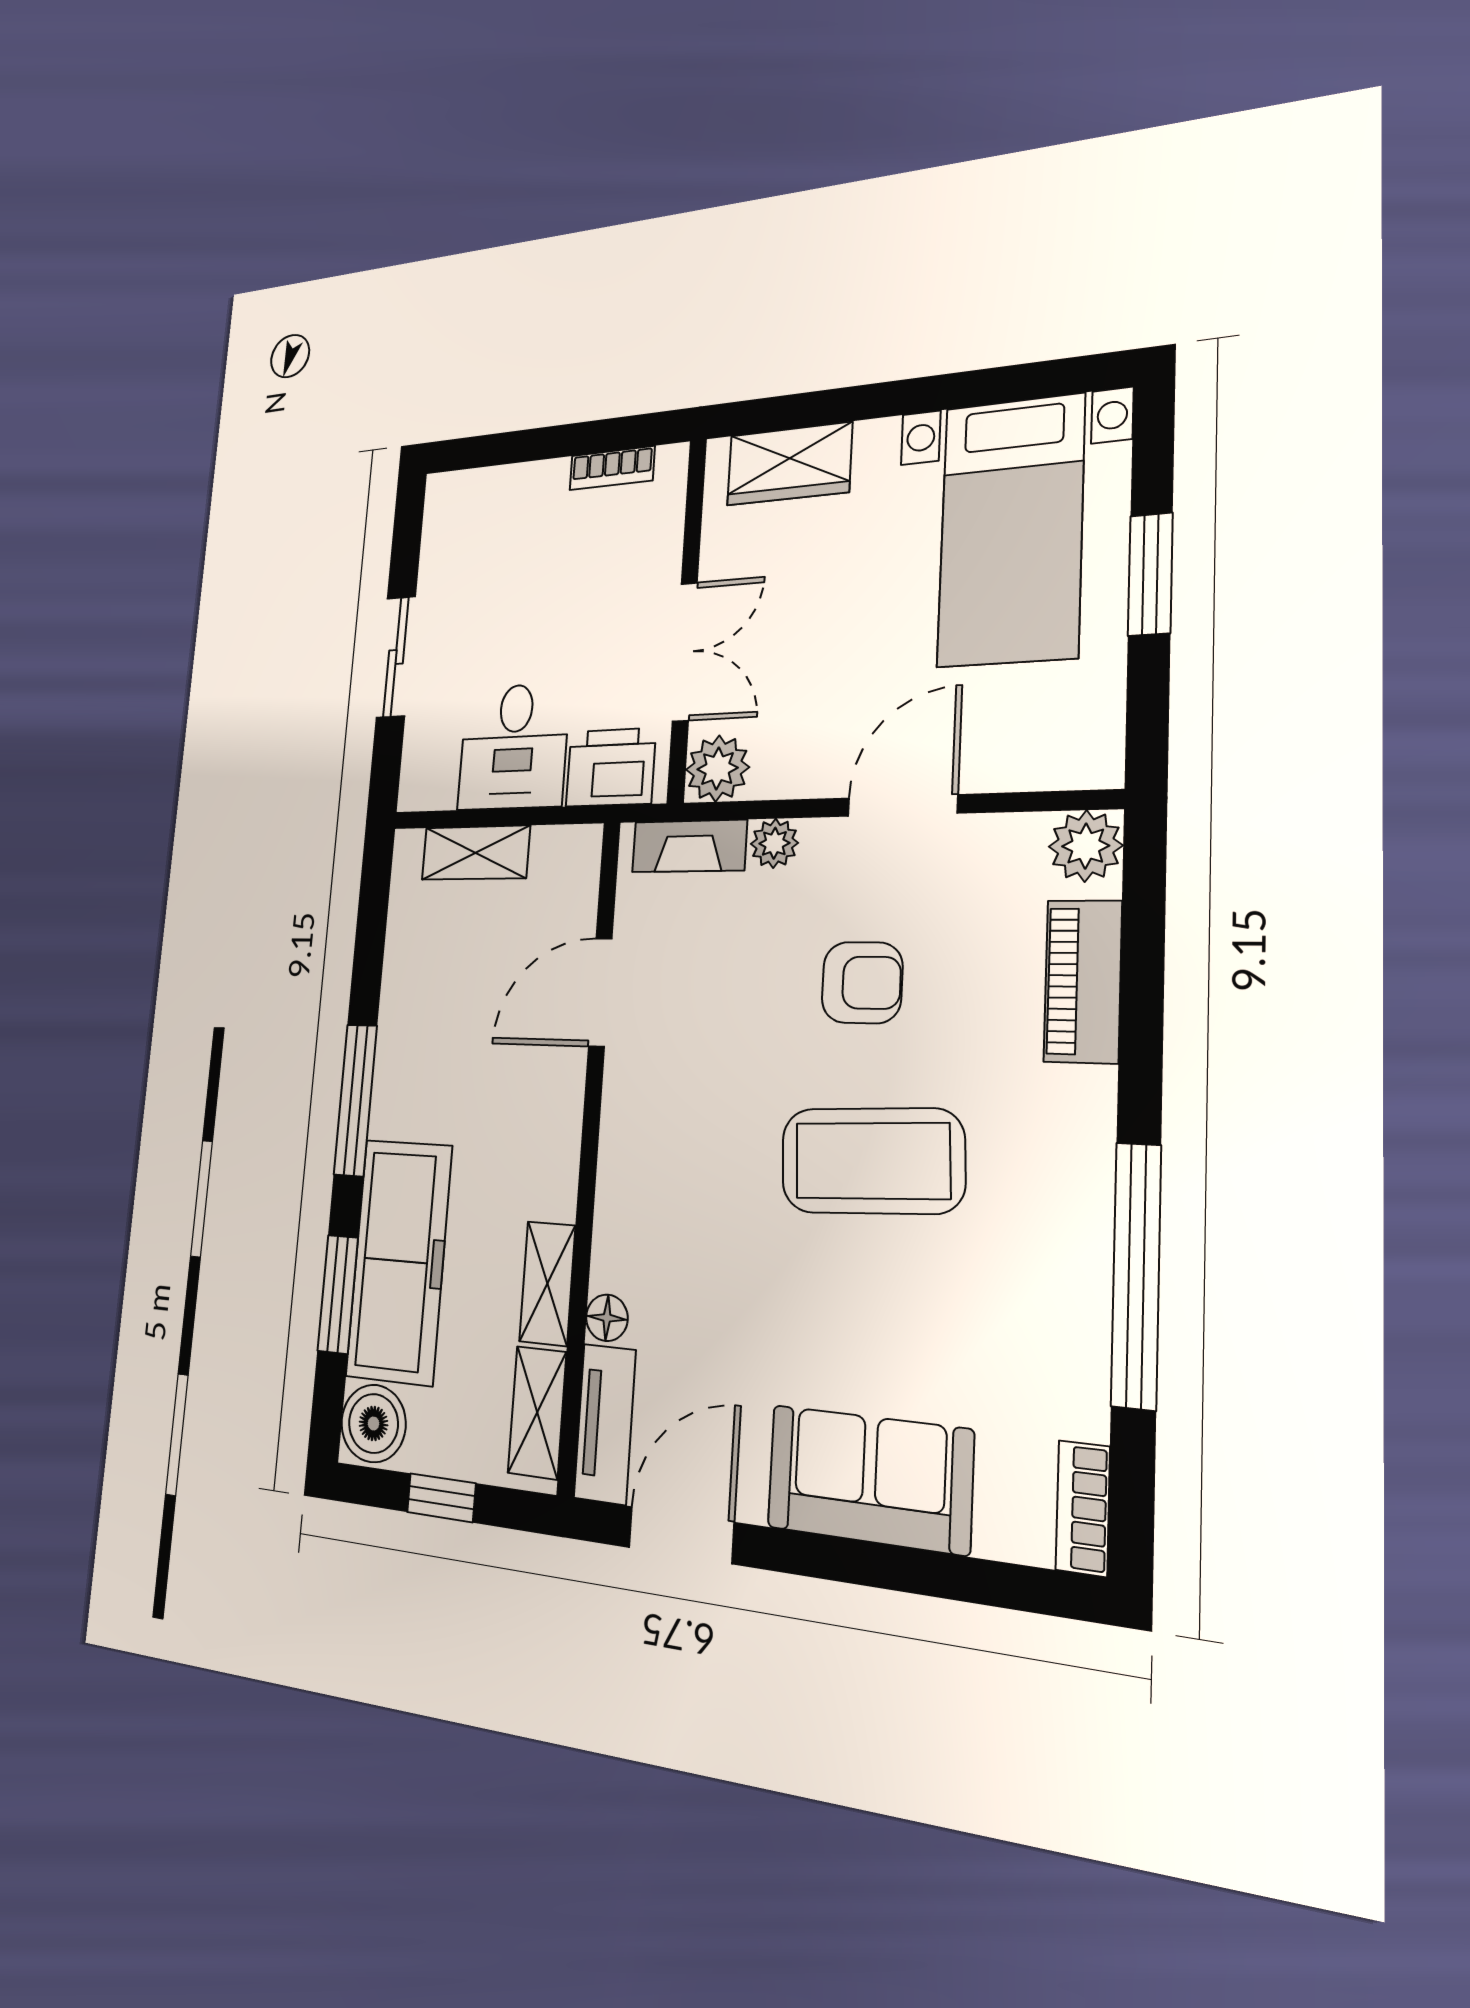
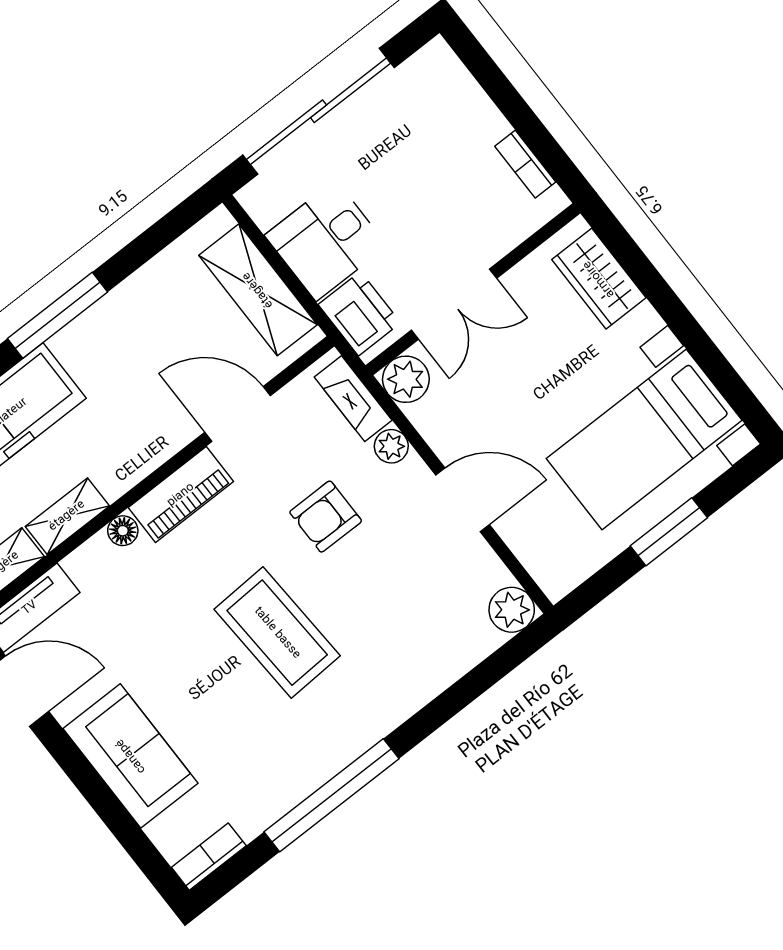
sliding door: (396, 657) -> (318, 111), width x1.86
shelving: (476, 853) -> (258, 290), width x1.50, depth x1.33
piano: (1083, 981) -> (181, 495), moved, turned 180
armchair: (862, 983) -> (326, 517), moved, turned 90
floor lamp: (607, 1318) -> (123, 531), moved

